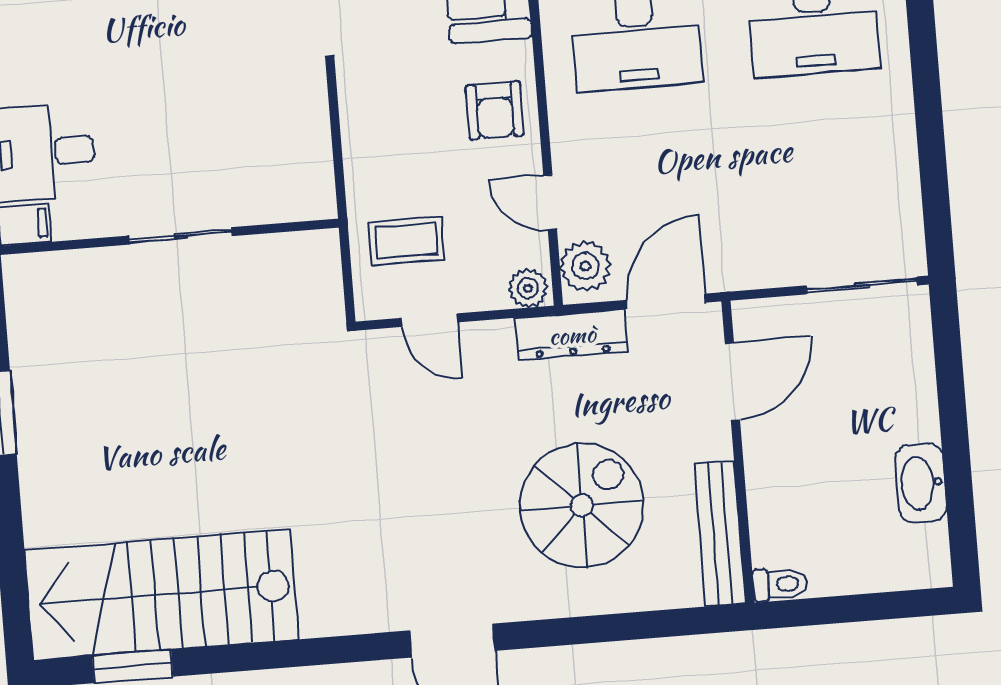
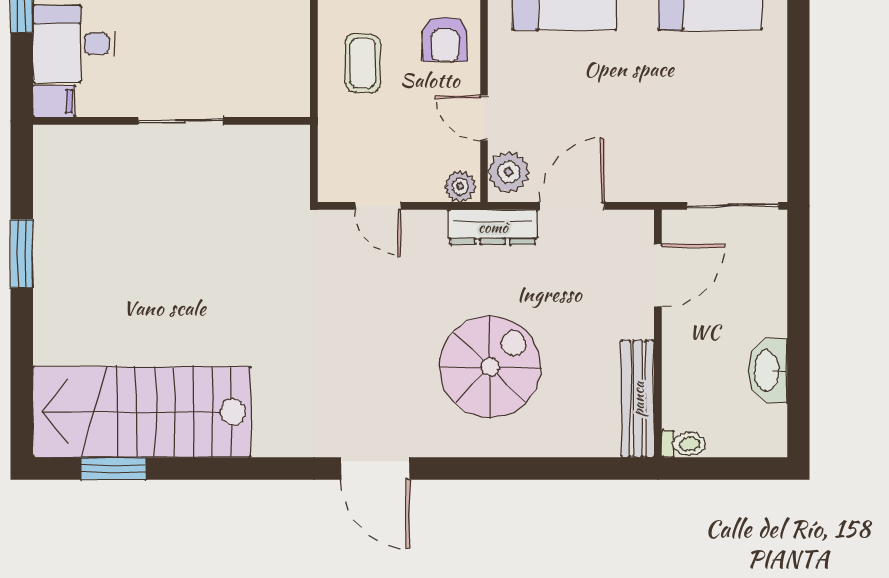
coffee table: (406, 241) -> (363, 63), moved, turned 90
door: (732, 381) -> (658, 276), moved
wall: (738, 452) -> (658, 333), moved
bench: (720, 533) -> (638, 399), moved
toilet: (780, 584) -> (683, 444), moved

